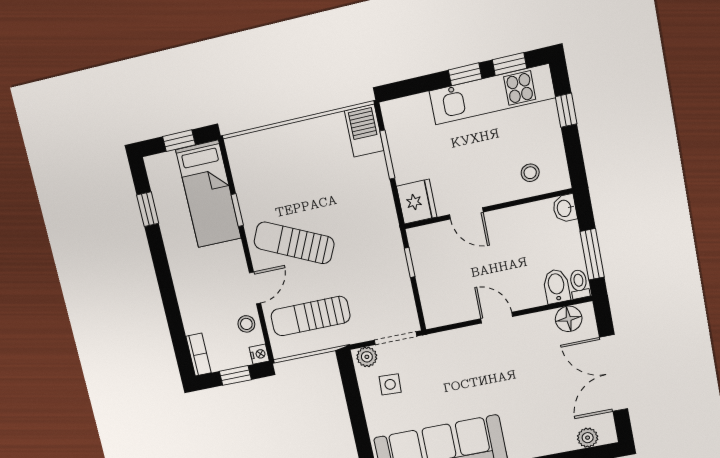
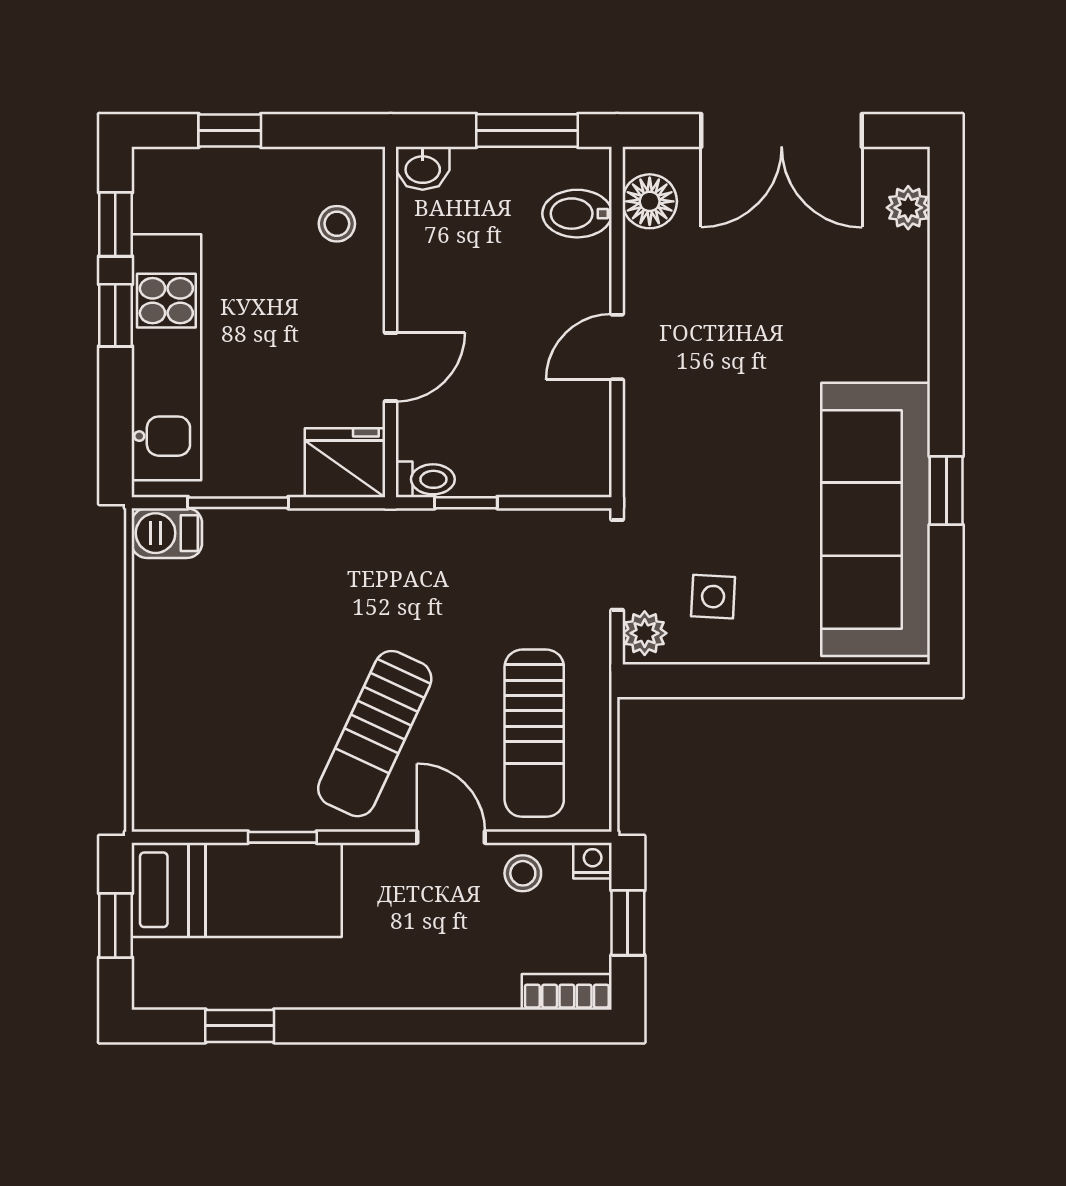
kitchen unit: (492, 94) -> (166, 357), moved
barbecue: (364, 131) -> (167, 533), width x0.73, depth x0.79
toilet: (579, 284) -> (425, 479), moved, turned 180

